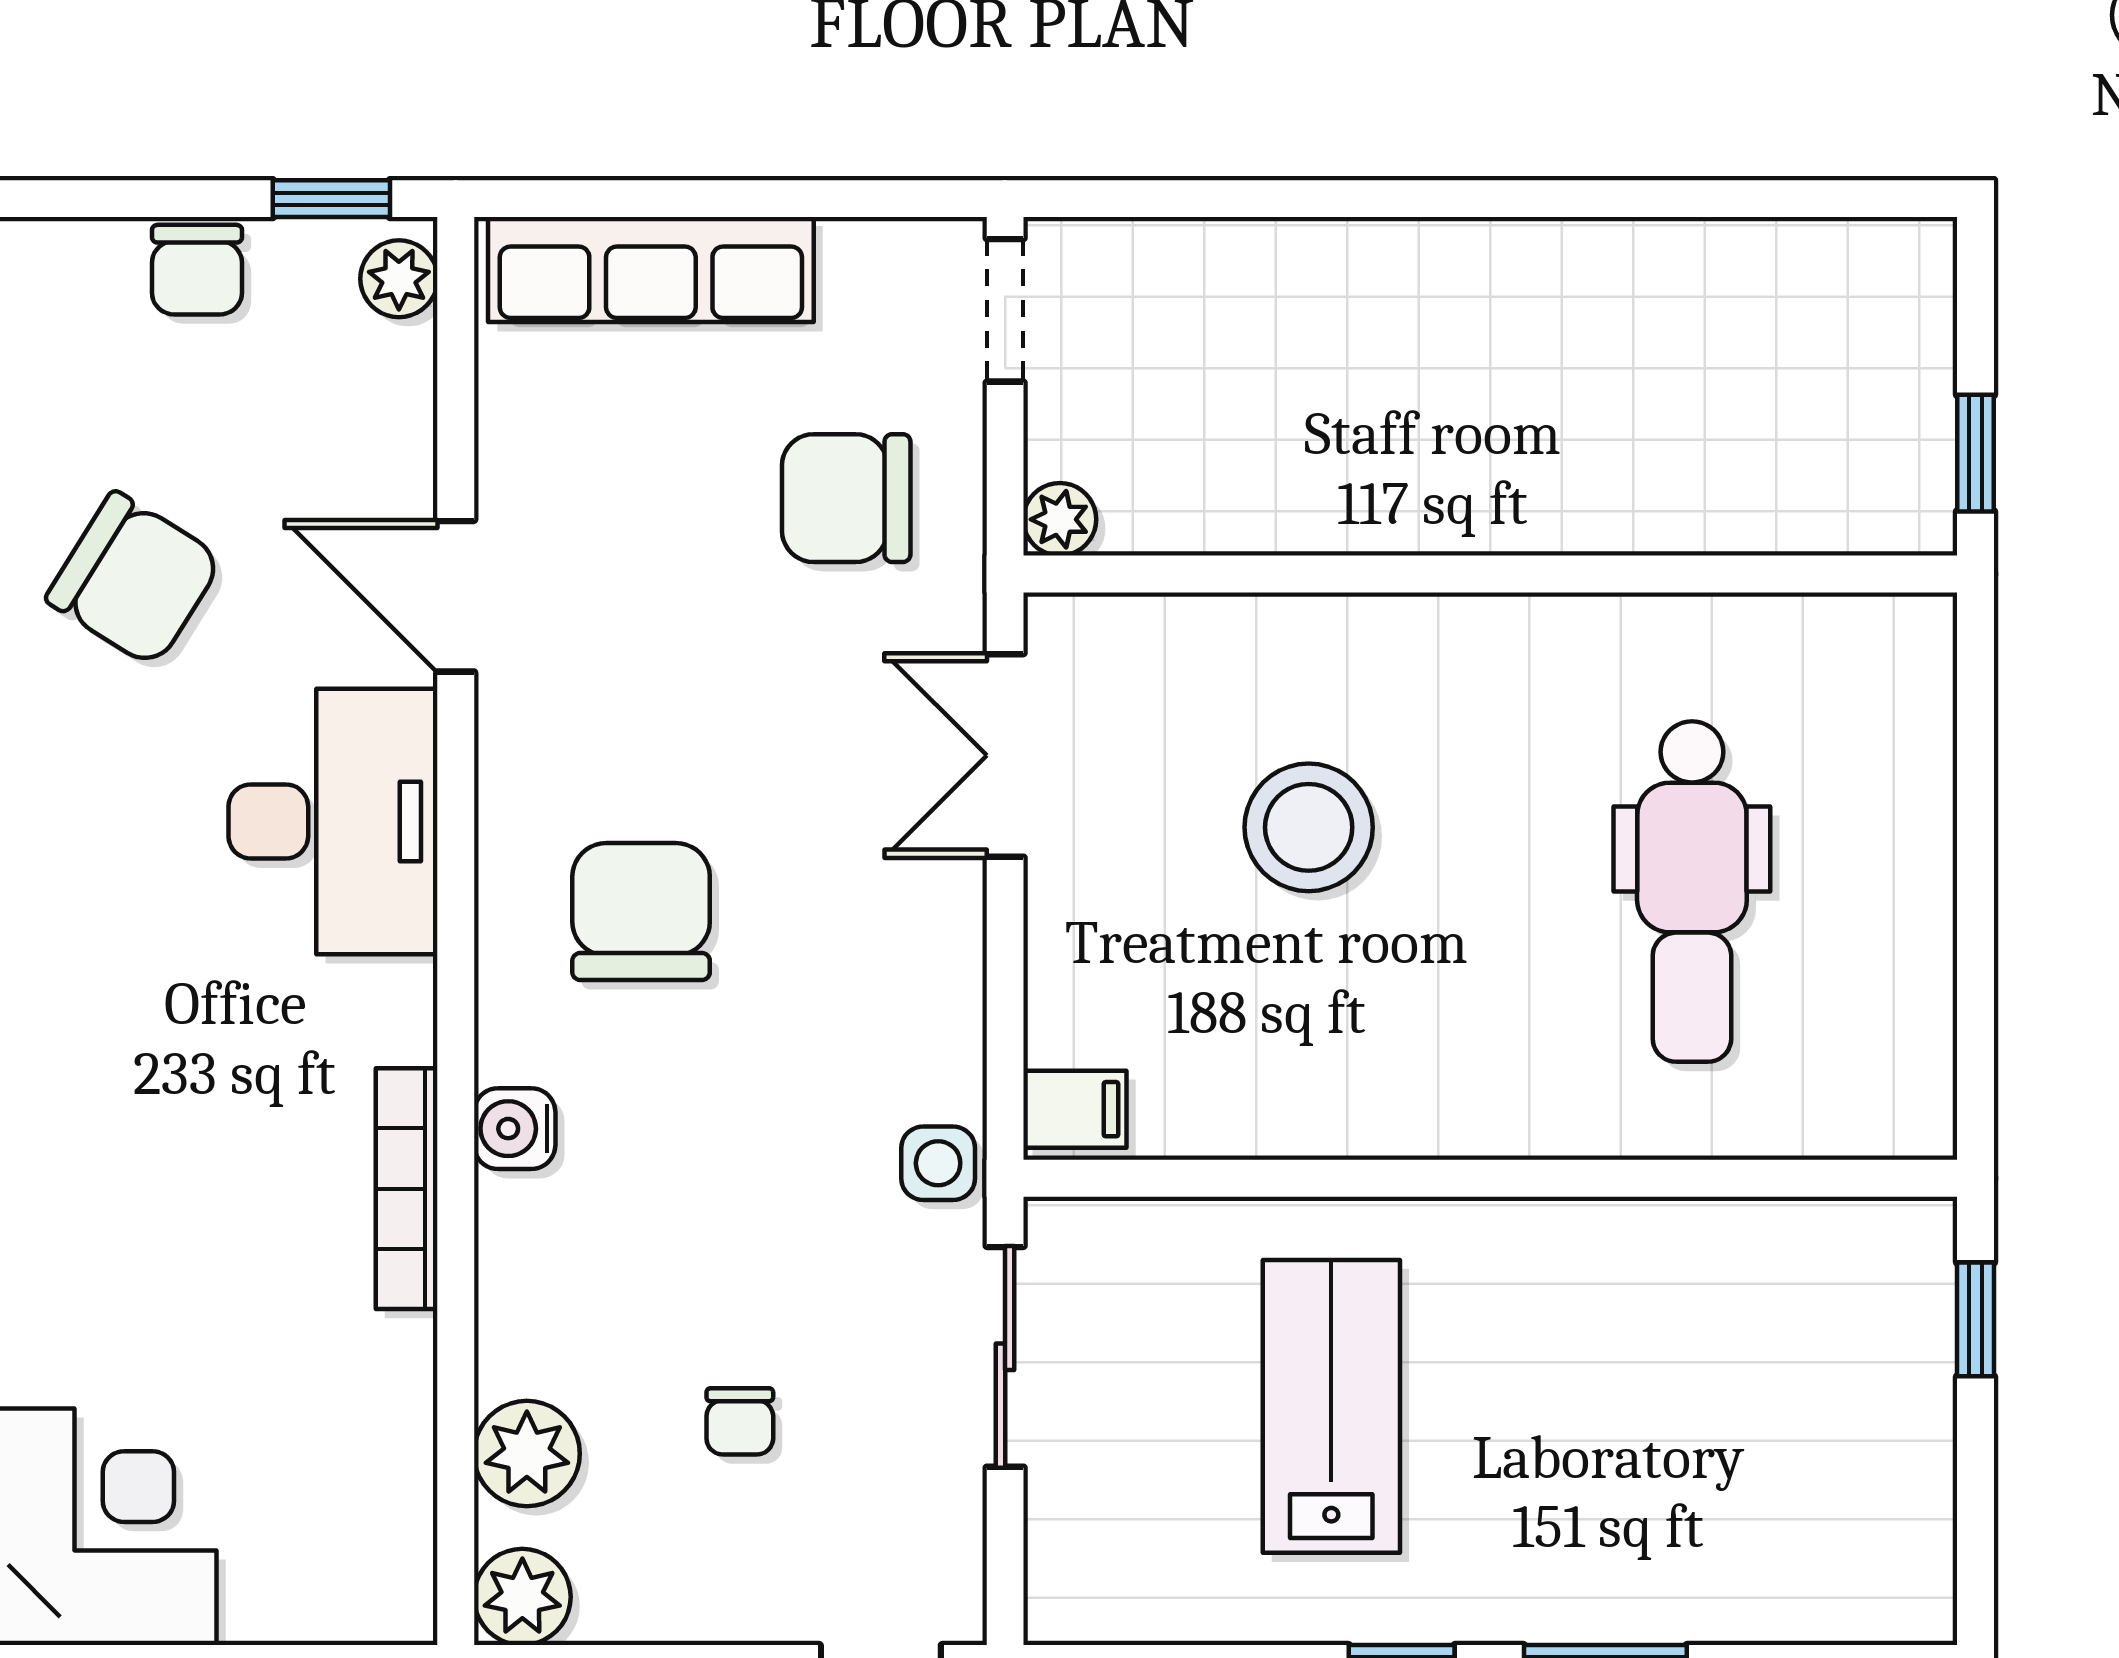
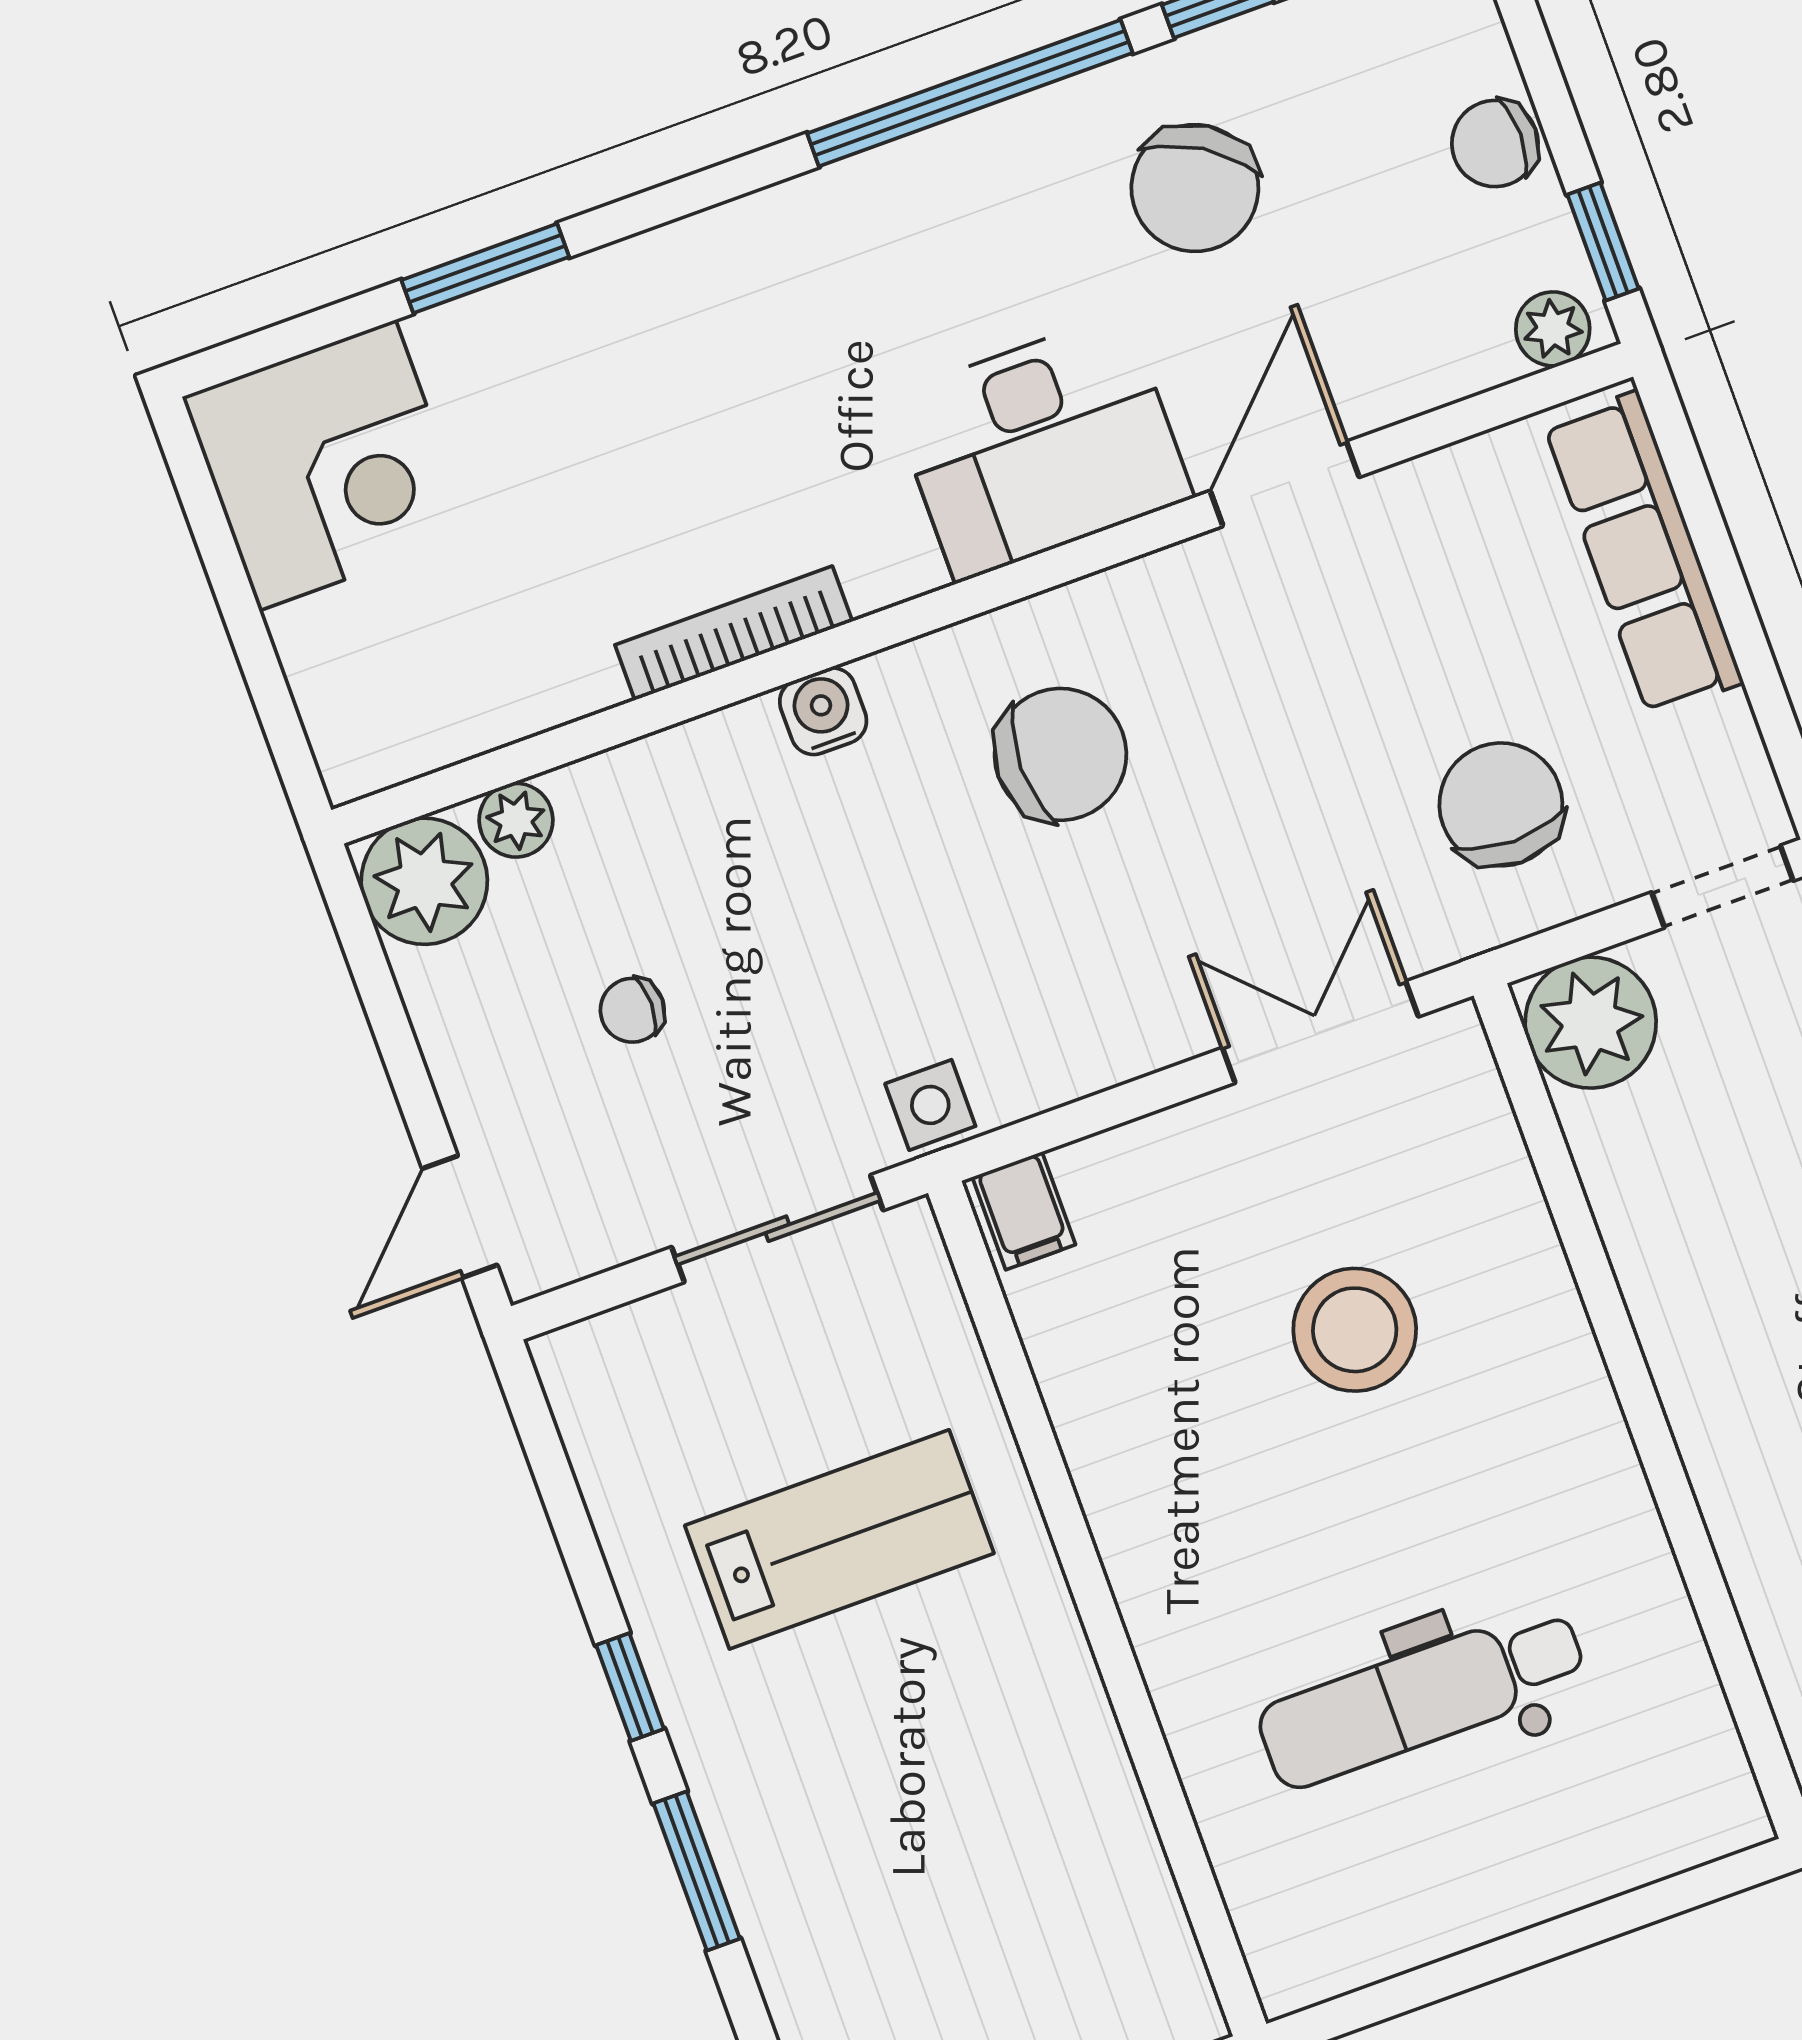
plant: (1060, 519) -> (1591, 1023), width x1.88, depth x1.88
plant: (527, 1454) -> (516, 820), width x0.73, depth x0.73
plant: (522, 1597) -> (424, 881), width x1.36, depth x1.36

